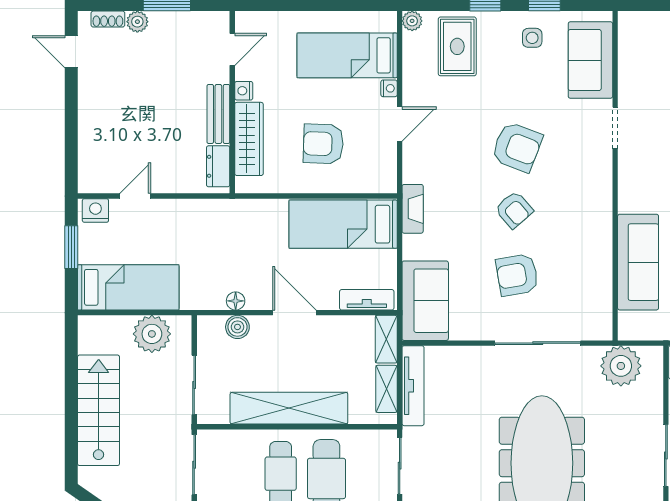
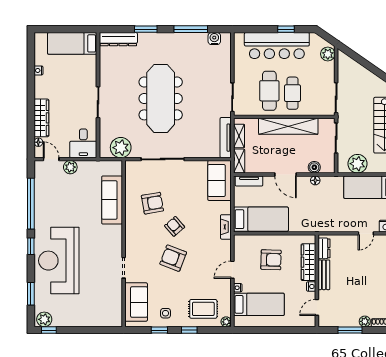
rug: (457, 46) -> (203, 309), turned 90
armchair: (517, 275) -> (152, 203), moved

